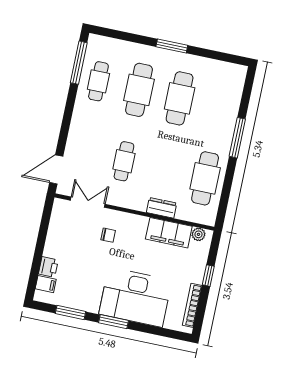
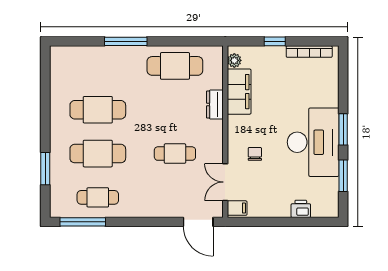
window: (172, 46) -> (45, 169), moved
filing cabinet: (46, 284) -> (237, 208), moved, turned 90
desk: (135, 297) -> (313, 142), moved

